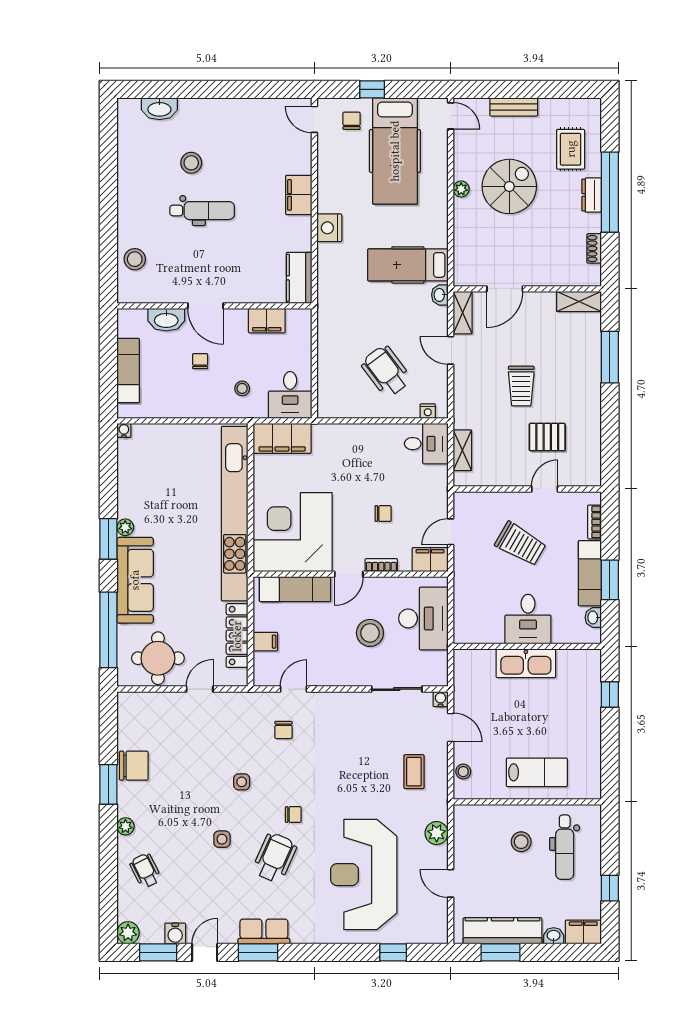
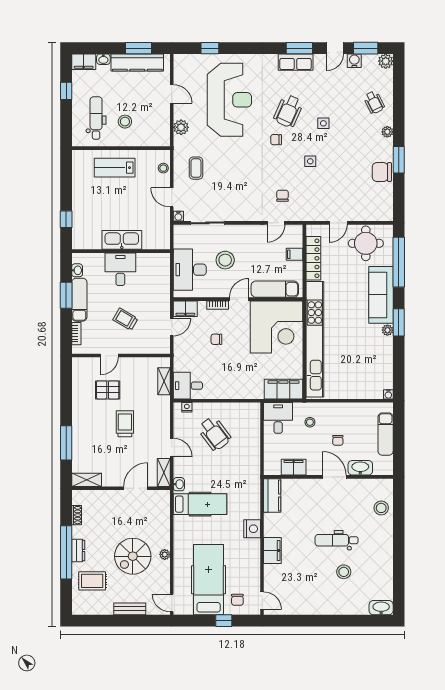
washbasin: (159, 109) -> (381, 608), moved
rug: (571, 149) -> (92, 581), turned 90
trolley: (520, 544) -> (125, 319), width x0.73, depth x0.72

